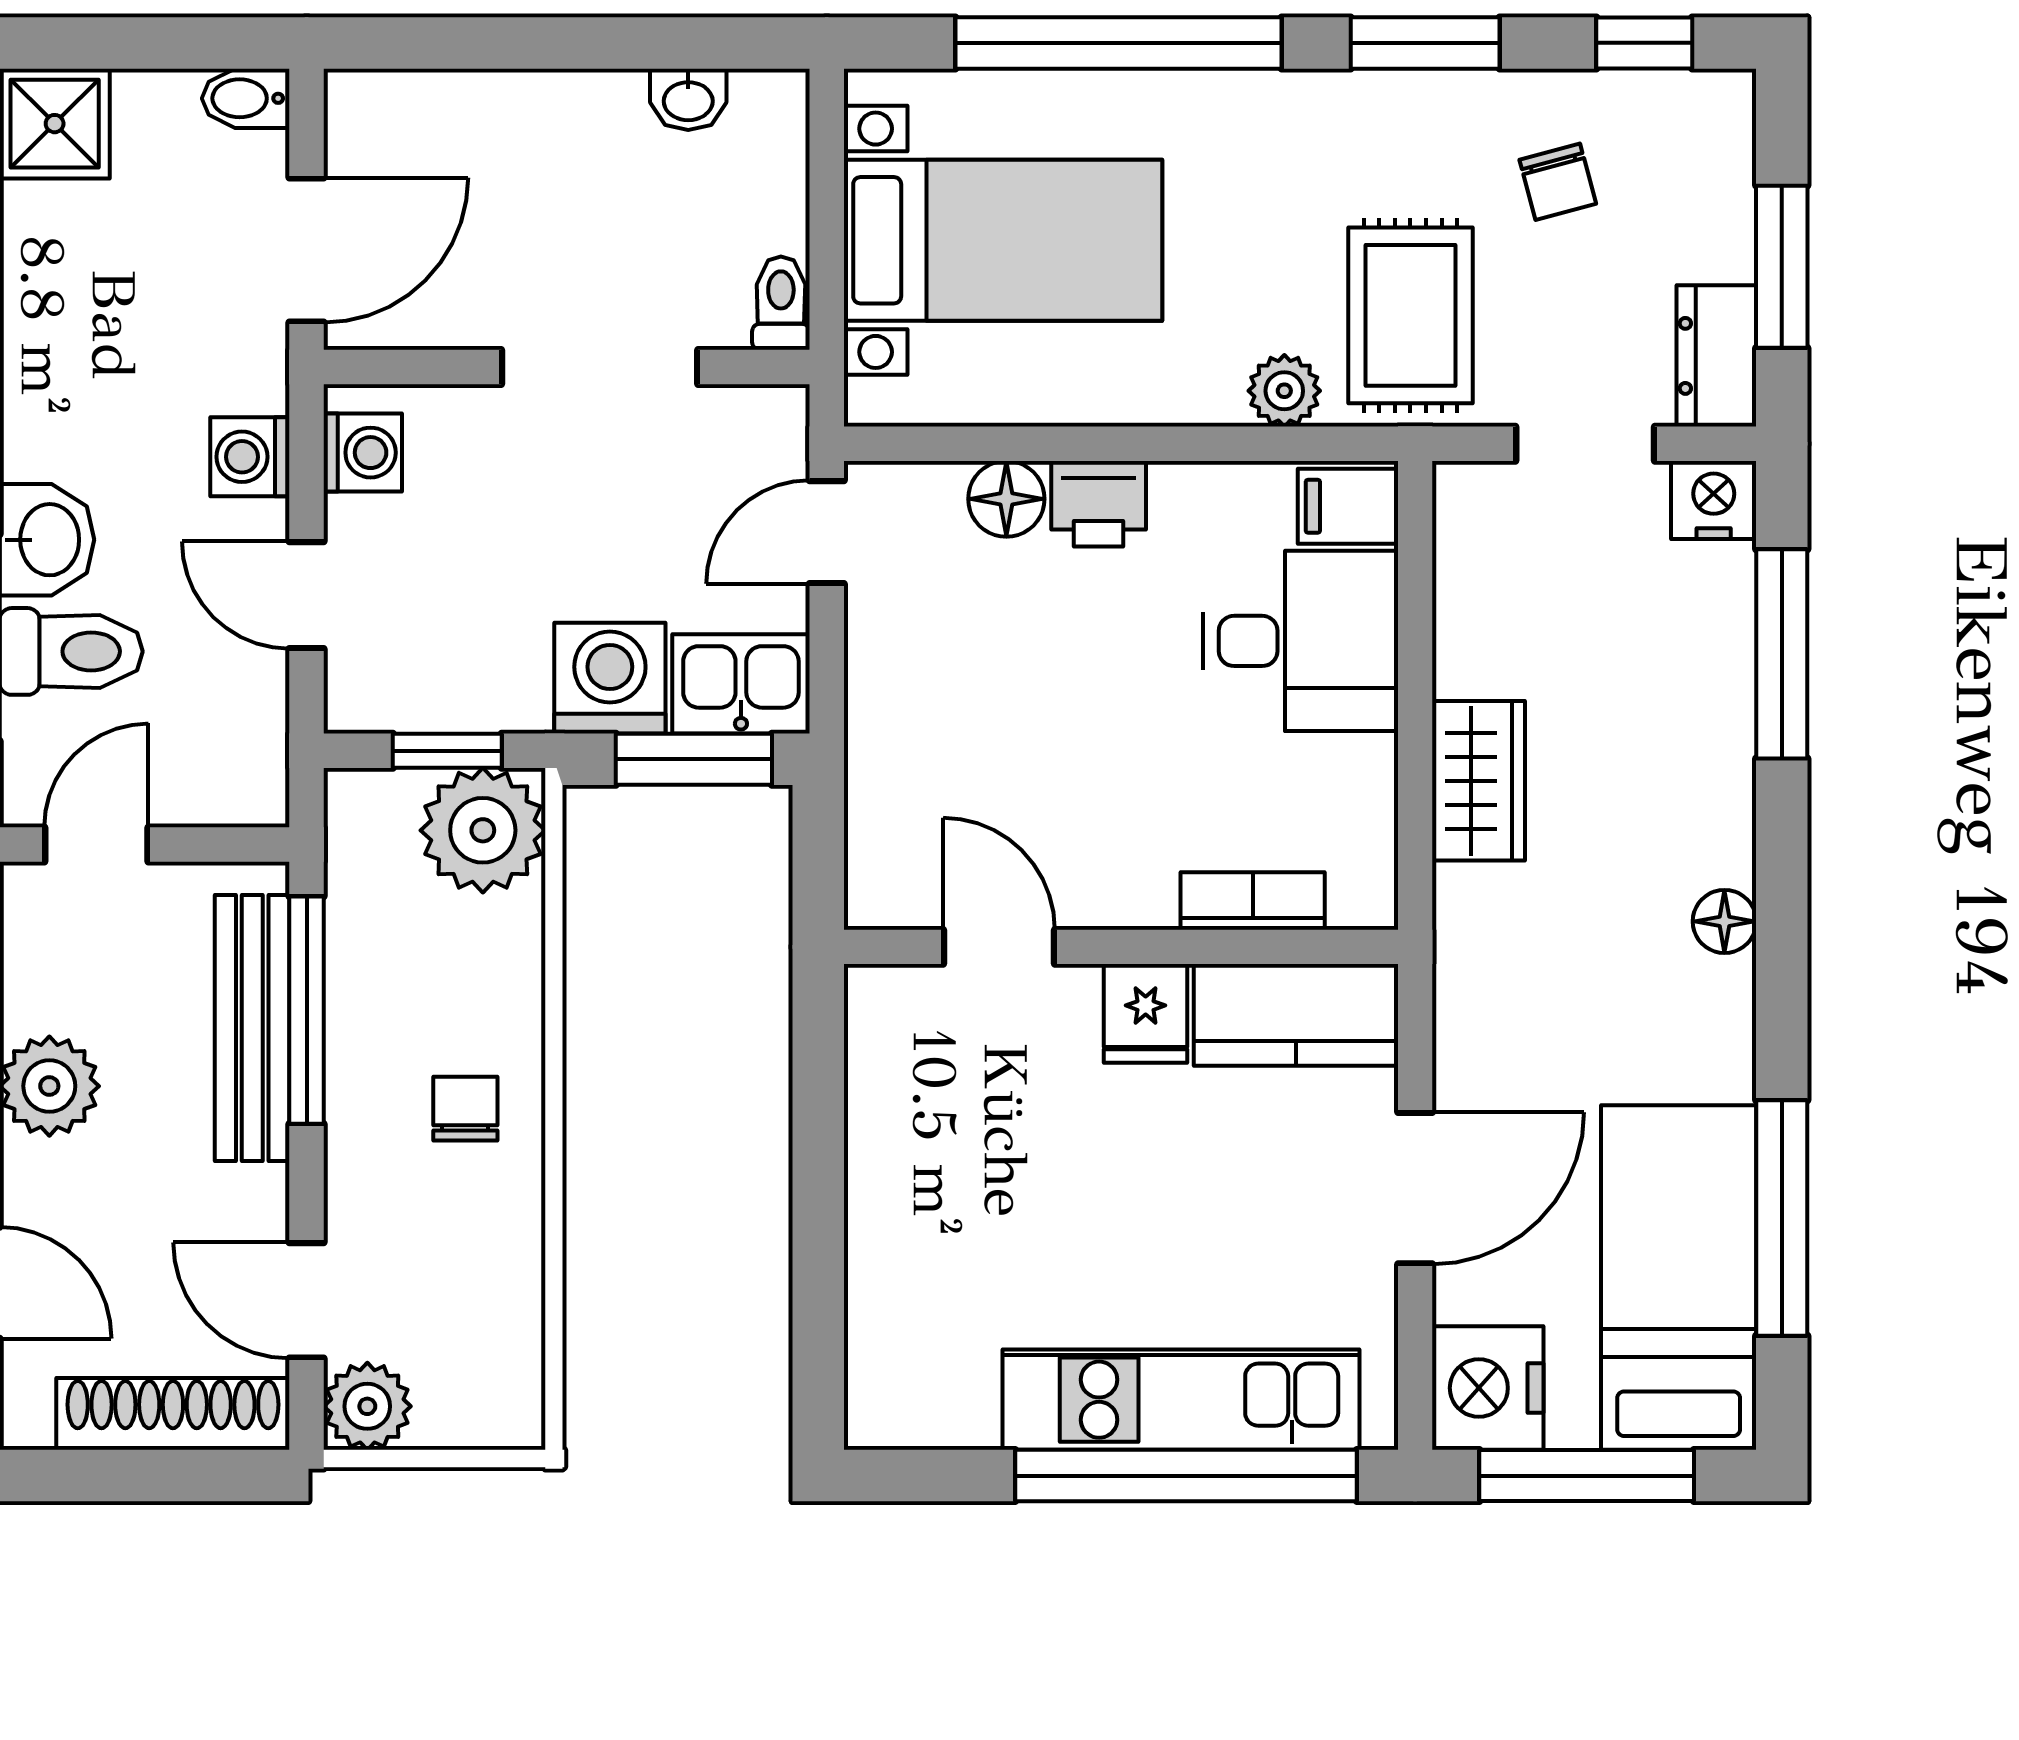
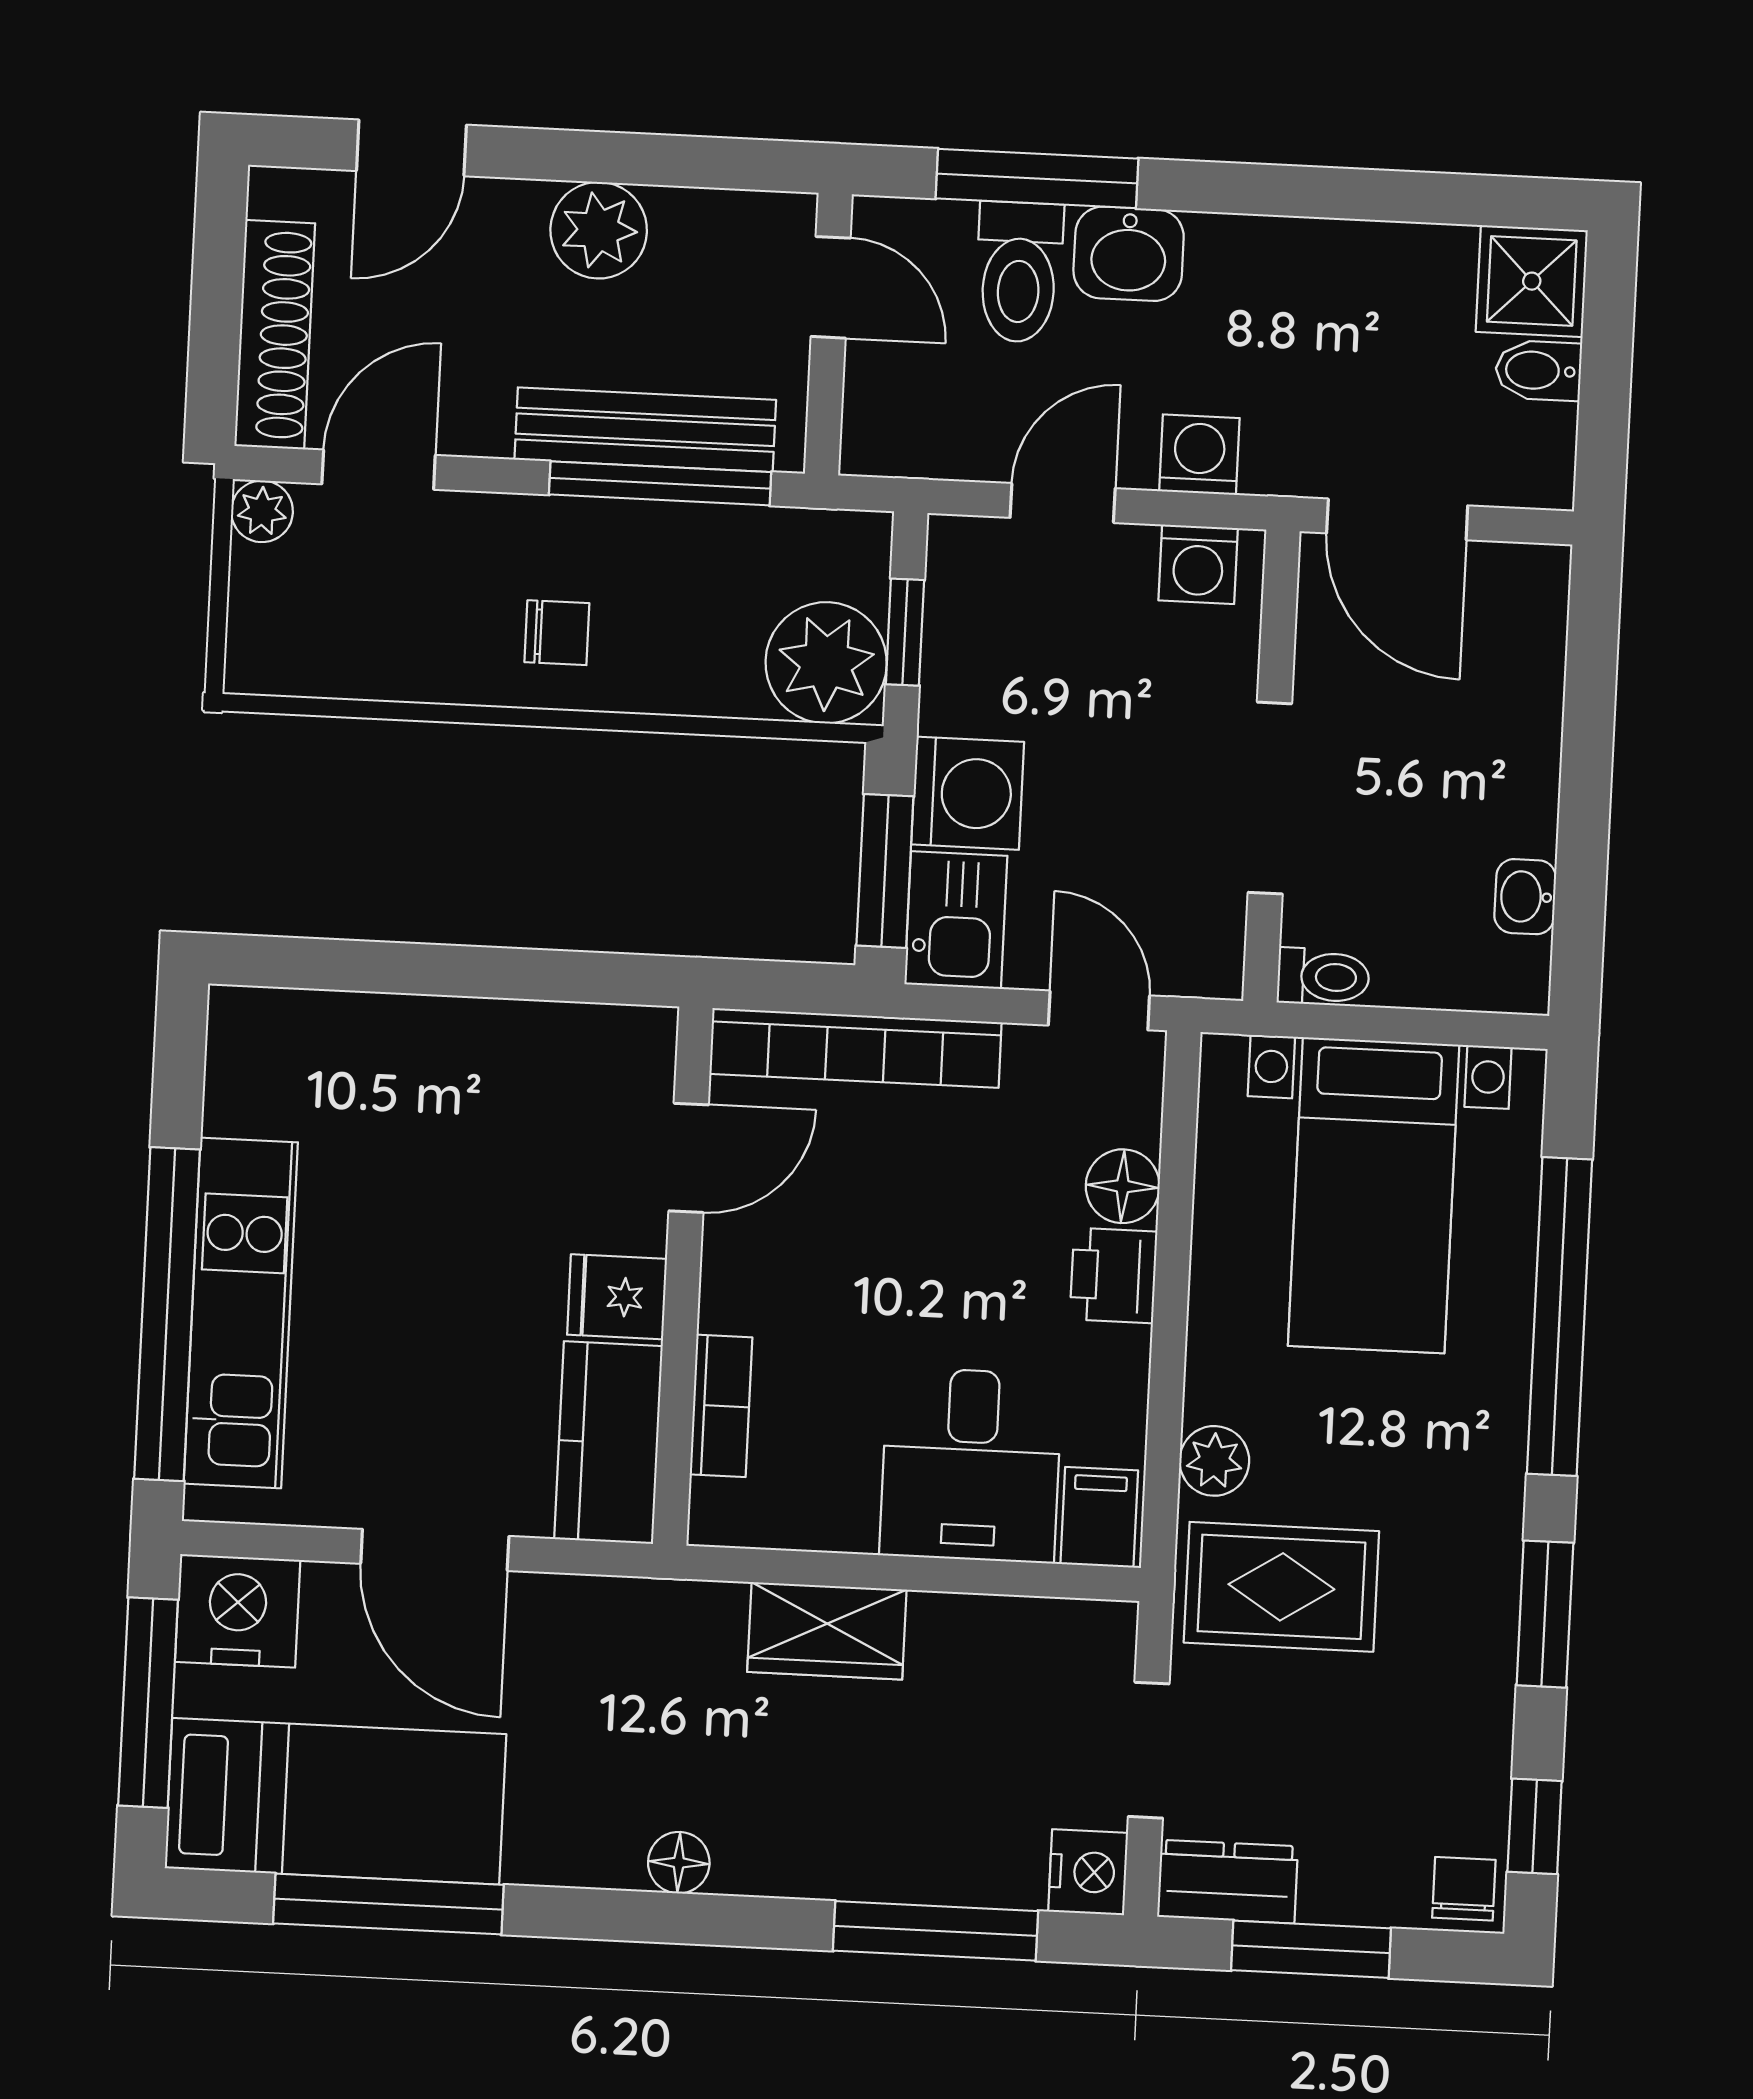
bidet: (246, 98) -> (1538, 370), moved, turned -90
chair: (1558, 182) -> (1464, 1889), moved, turned 105
bookcase: (878, 781) -> (855, 1048), added
plant: (367, 1406) -> (262, 511), width x0.73, depth x0.73

